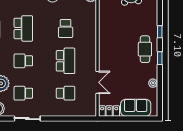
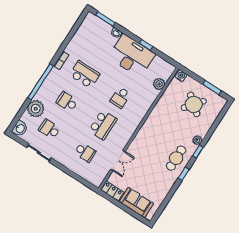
school desk: (23, 28) -> (85, 74), turned -90
plant: (153, 83) -> (197, 140), moved

